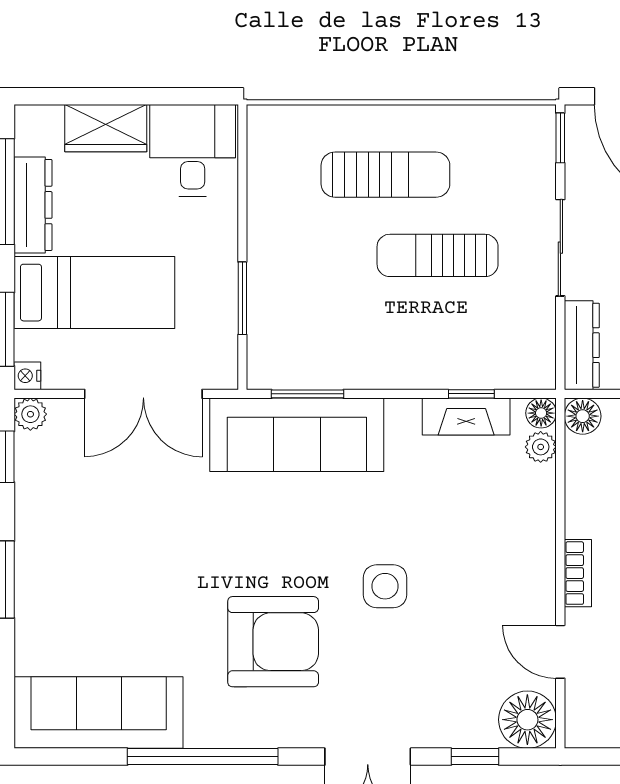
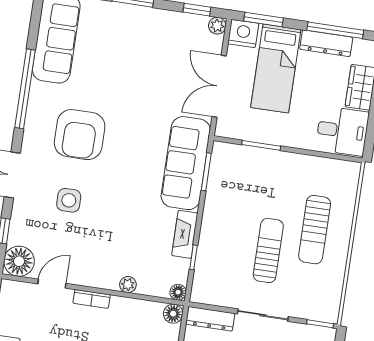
nightstand: (27, 376) -> (243, 33), width x1.89, depth x1.79
fireplace: (466, 417) -> (185, 234), moved
plant: (541, 447) -> (128, 285), moved
side table: (385, 586) -> (69, 200), moved

